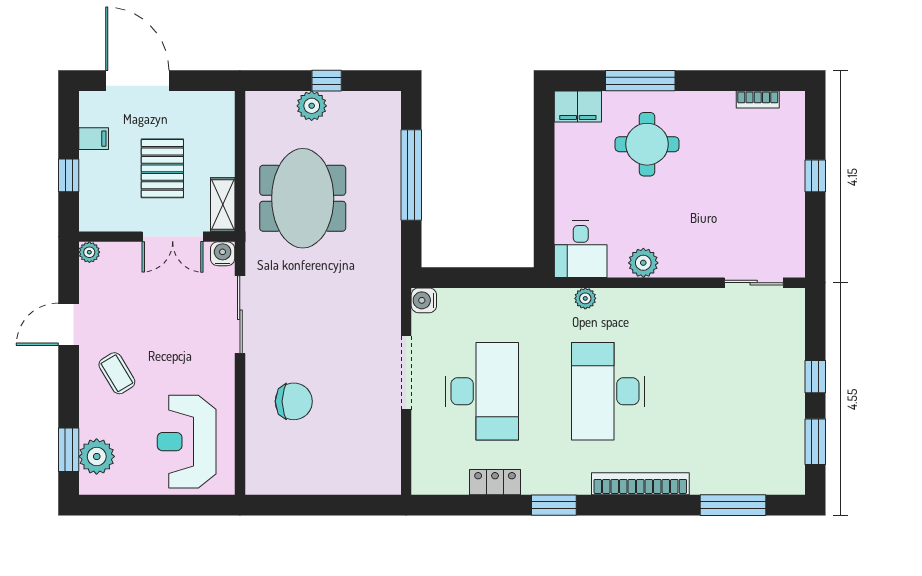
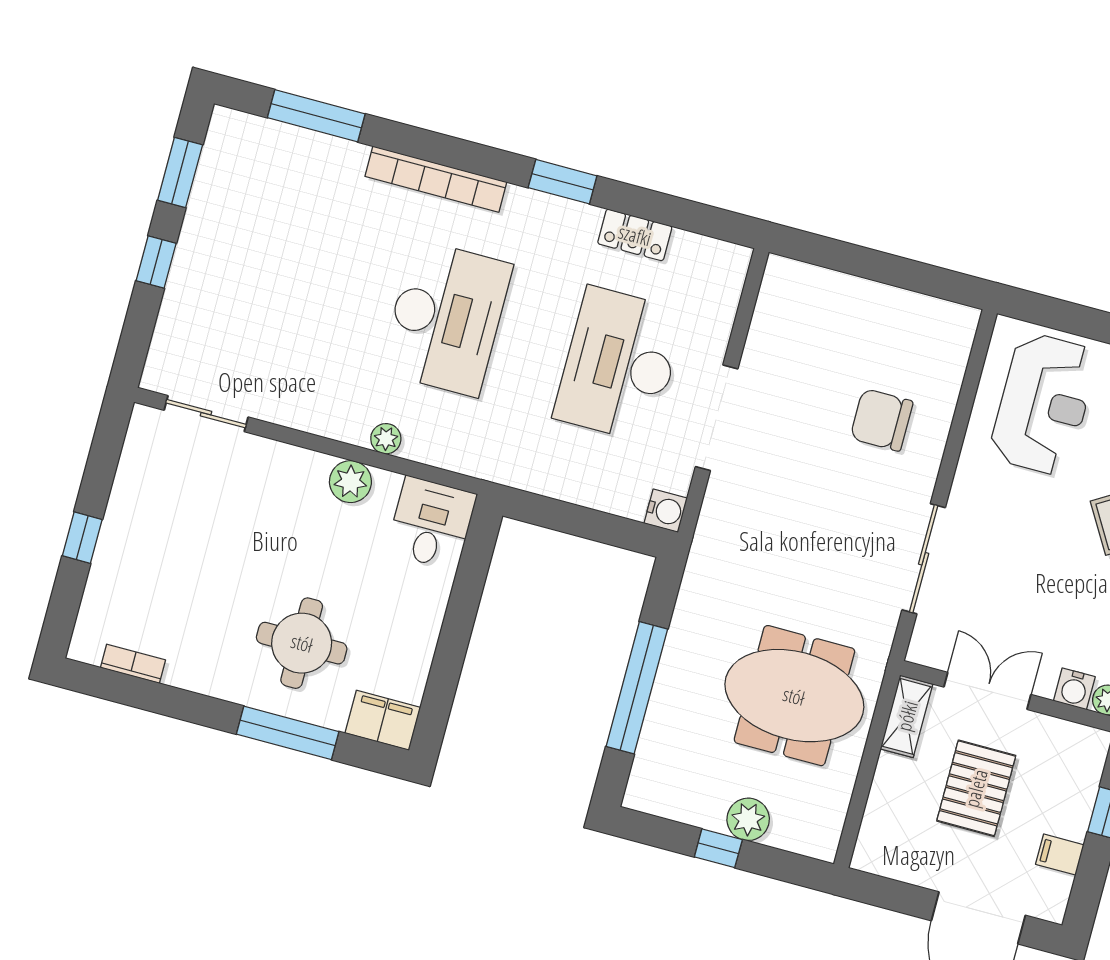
meeting table: (303, 198) -> (794, 696), turned 90
water cooler: (223, 254) -> (1074, 689), moved
plant: (585, 298) -> (386, 439), moved

